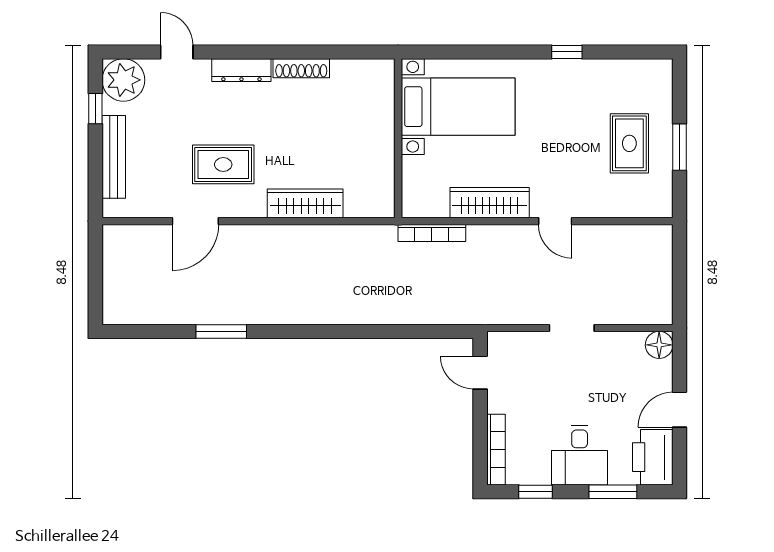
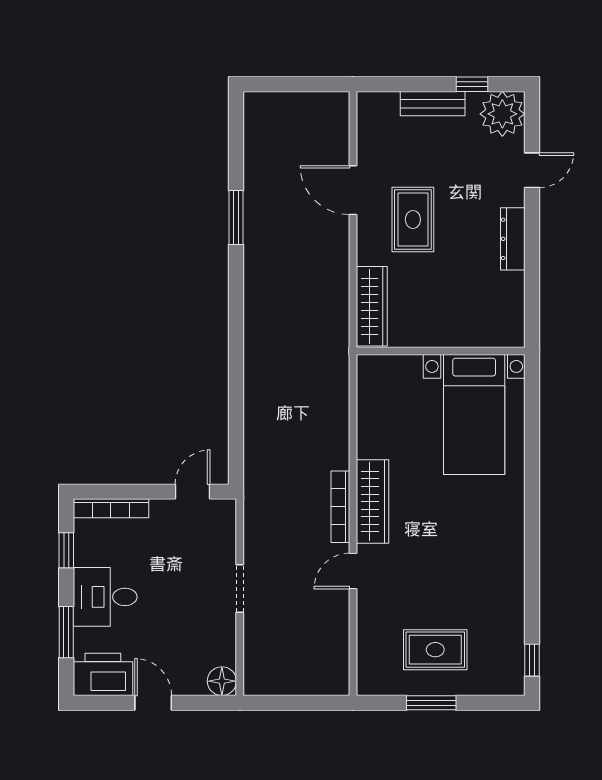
window: (567, 52) -> (532, 660), moved
shoe rack: (301, 68) -> (515, 302), removed
bed with nightstands: (458, 107) -> (474, 415), moved
wall: (398, 138) -> (441, 351), moved
bench: (114, 157) -> (433, 104), width x0.73
bookcase: (432, 233) -> (340, 507), moved

